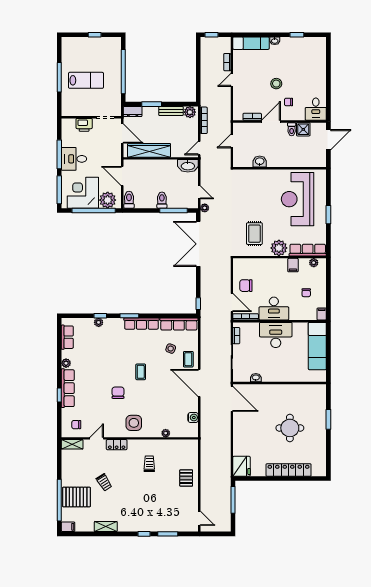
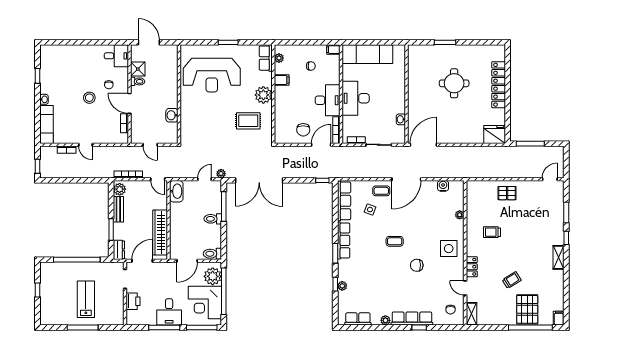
row of seats: (308, 250) -> (266, 58), width x0.68
shelving: (106, 527) -> (559, 257), moved

